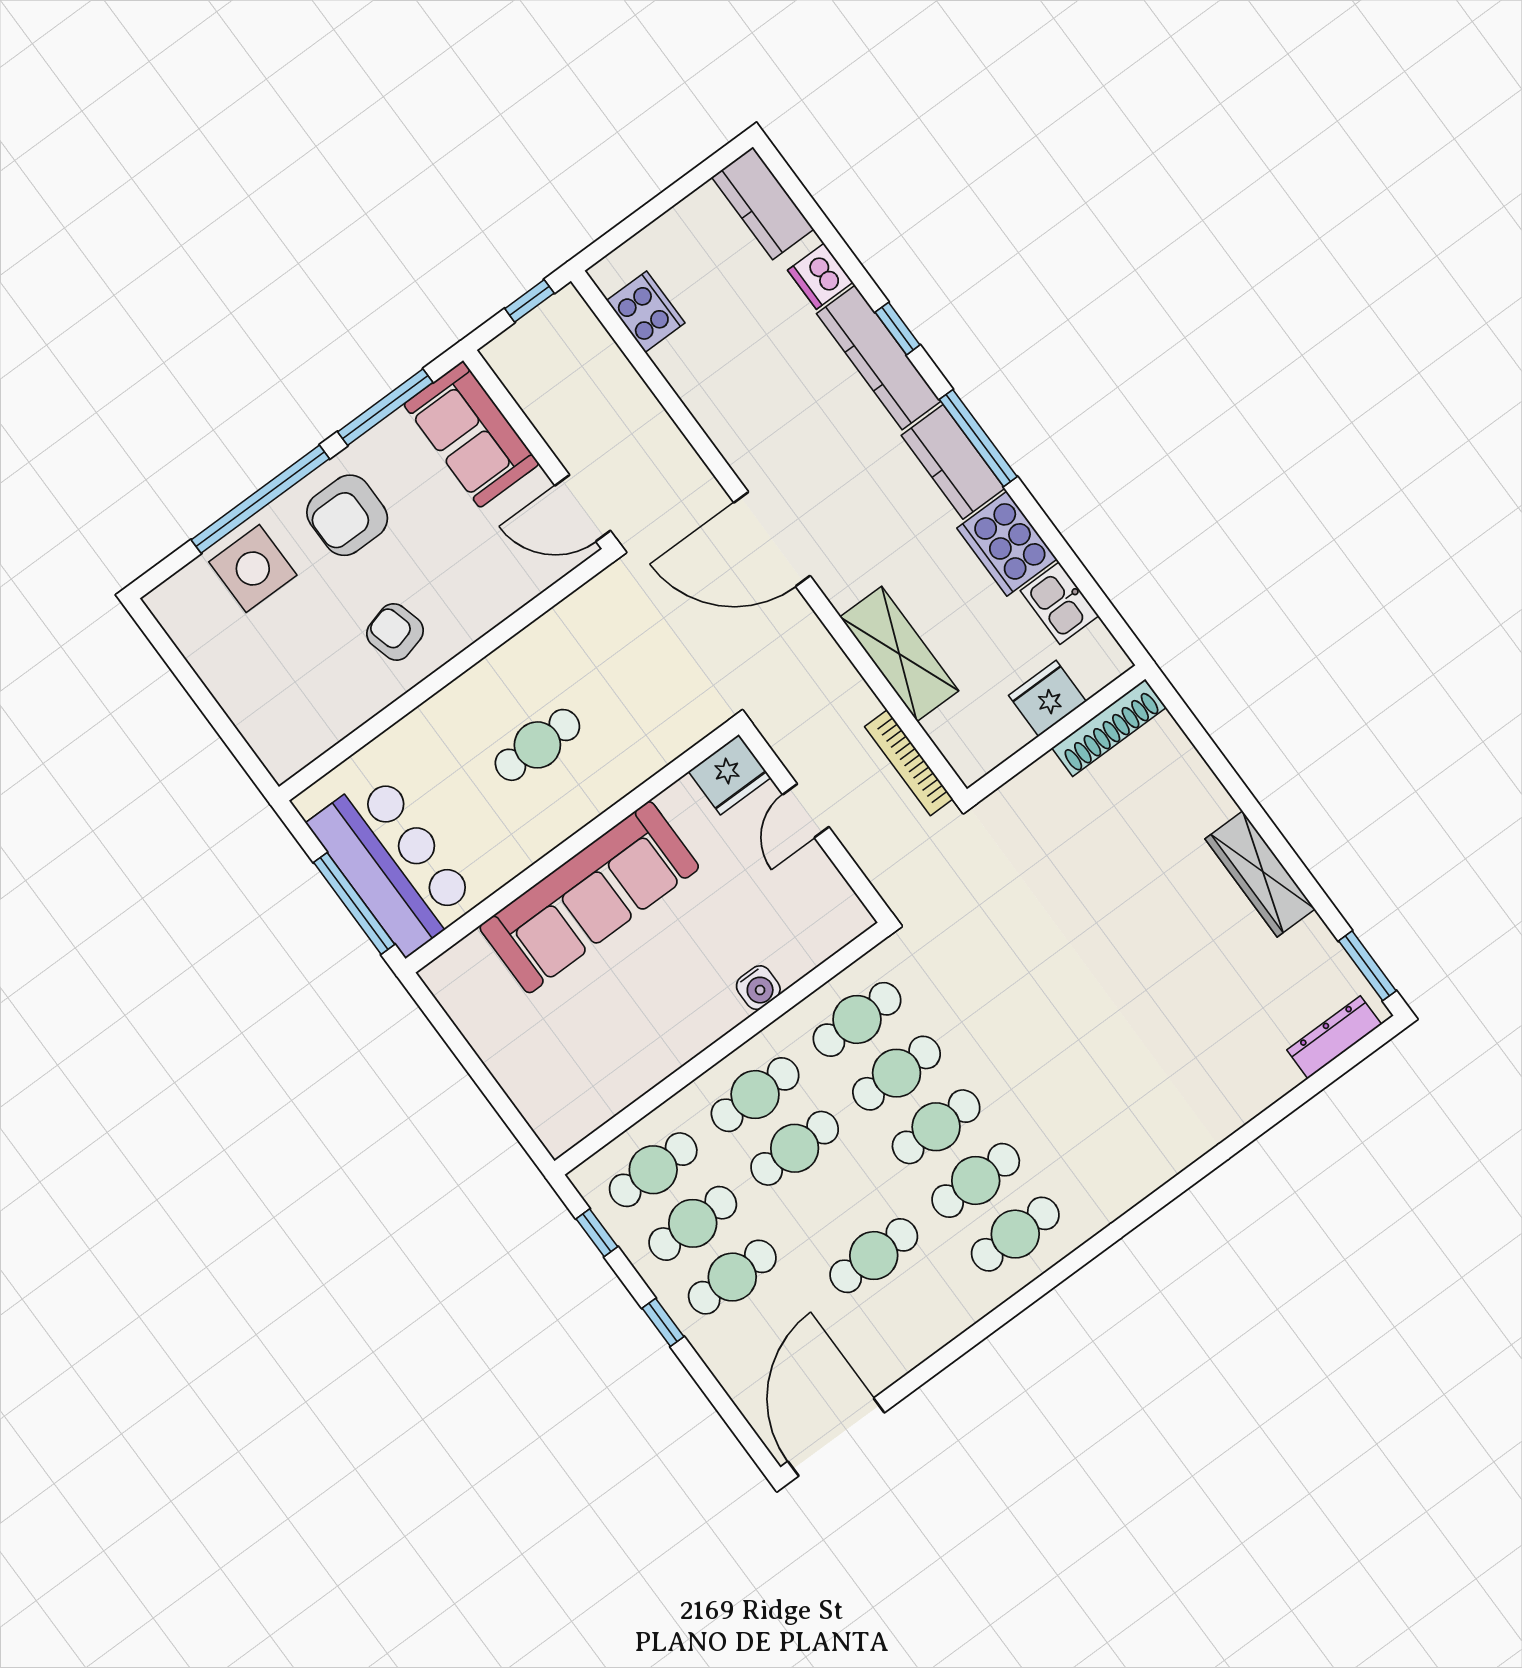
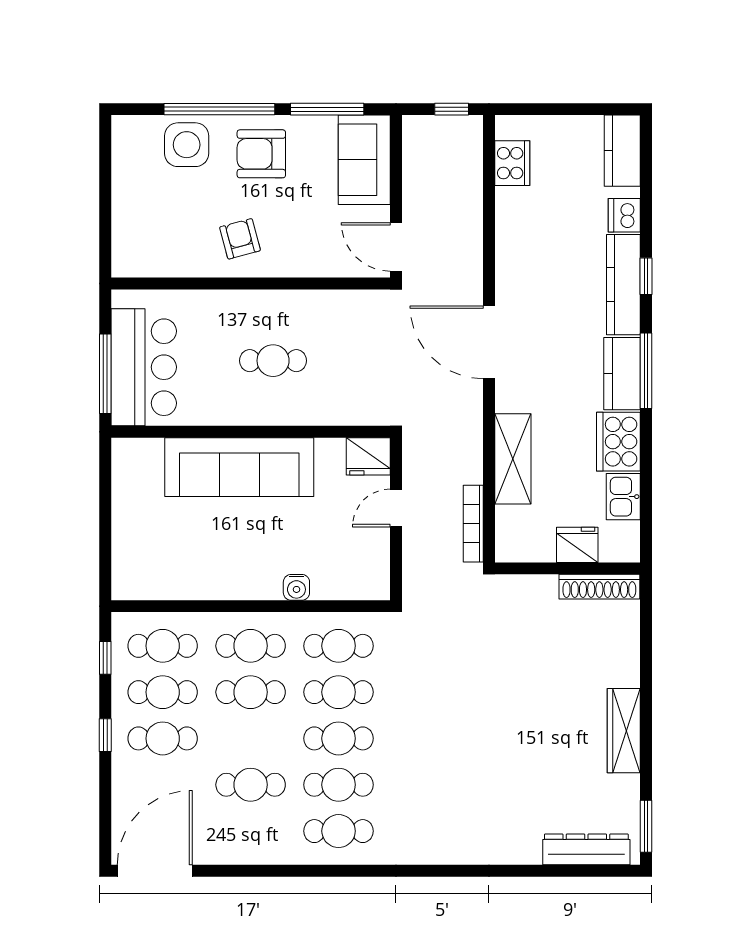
dresser: (1334, 1037) -> (586, 849), width x1.37, depth x1.24

